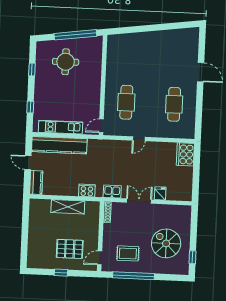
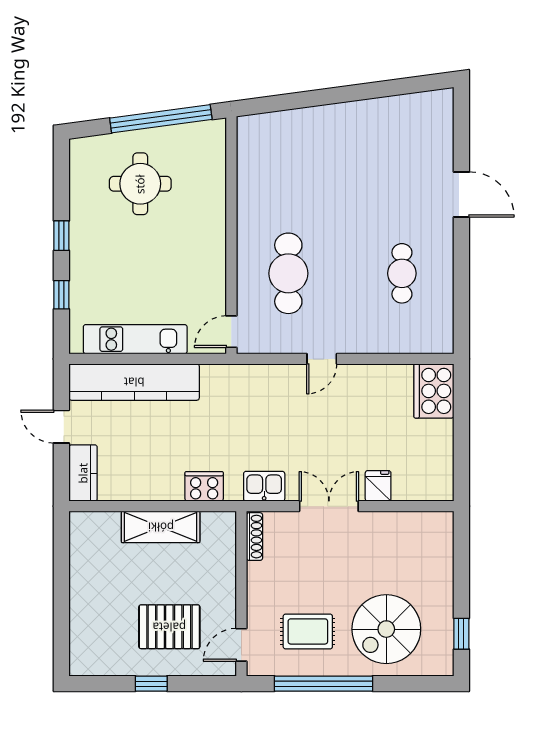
window: (32, 70) -> (61, 236), moved
cafe table: (174, 104) -> (402, 273), width x0.73, depth x0.74
spiral stairs: (166, 243) -> (386, 629), moved, turned -90

